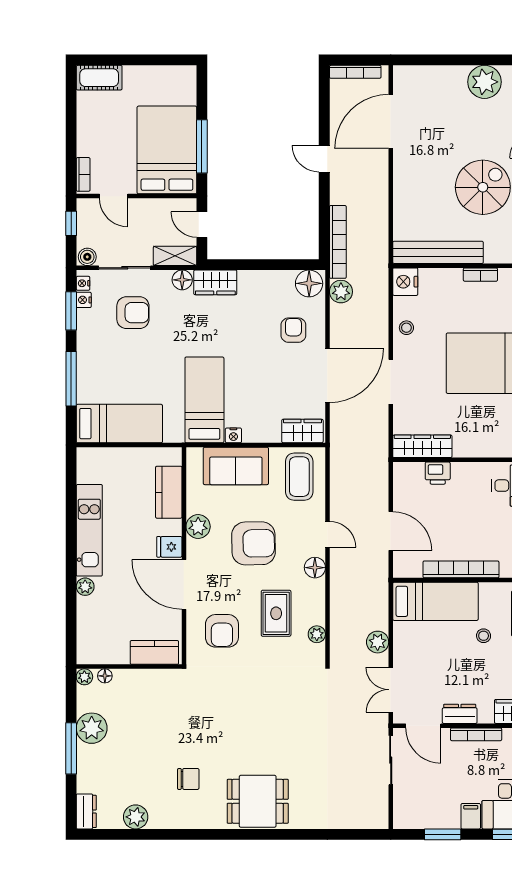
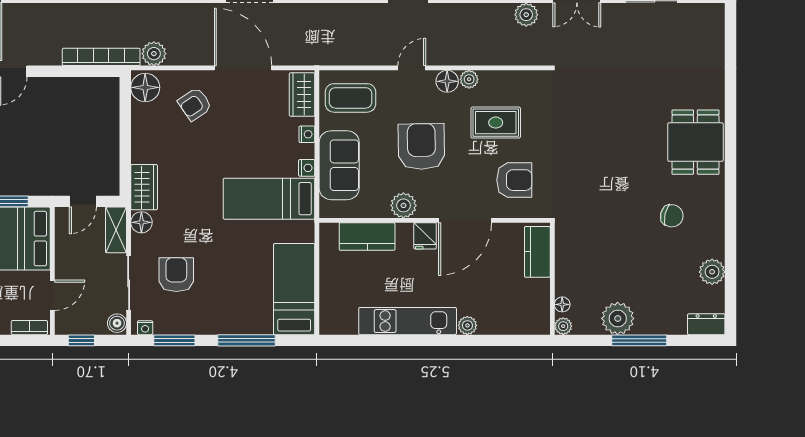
nightstand: (84, 300) -> (307, 134), moved, turned -90
armchair: (293, 330) -> (195, 104), turned -34
plant: (317, 634) -> (469, 79), moved
chair: (188, 779) -> (672, 216), turned 103

